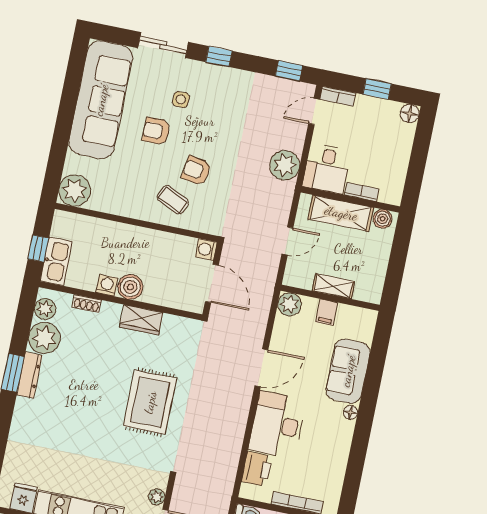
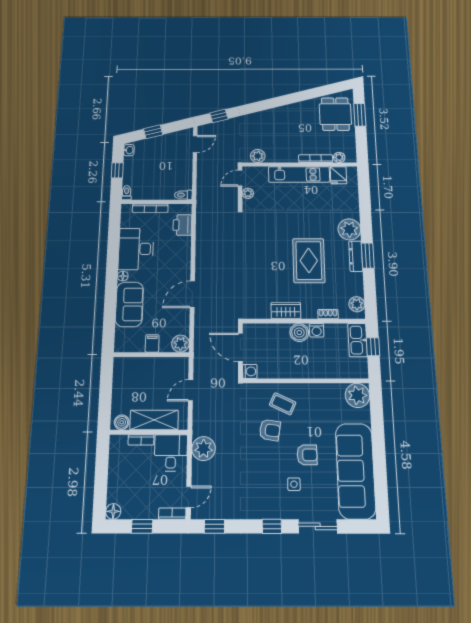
shelving: (333, 286) -> (150, 364), removed
plant: (44, 338) -> (349, 229), moved
rug: (150, 402) -> (309, 261), moved
desk: (277, 425) -> (136, 249), moved, turned 180

